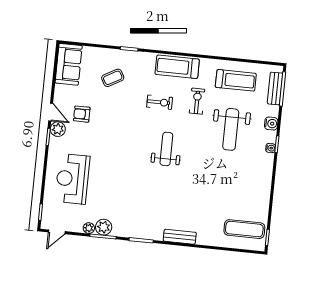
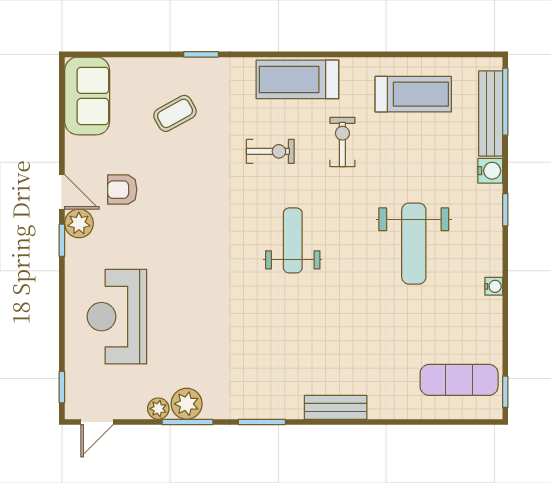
bench: (275, 88) -> (491, 114), width x1.36
weight bench: (231, 129) -> (414, 244), moved
water cooler: (271, 148) -> (494, 286), moved

